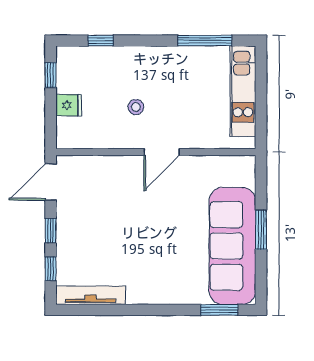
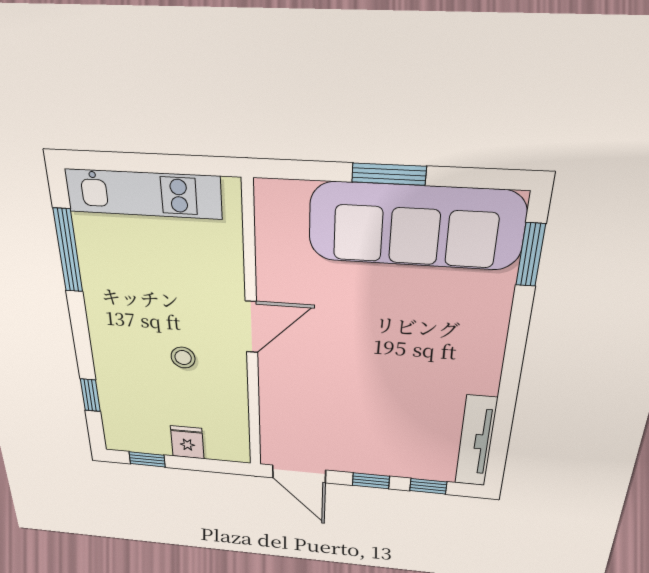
door: (162, 152) -> (251, 327), hinge flipped

